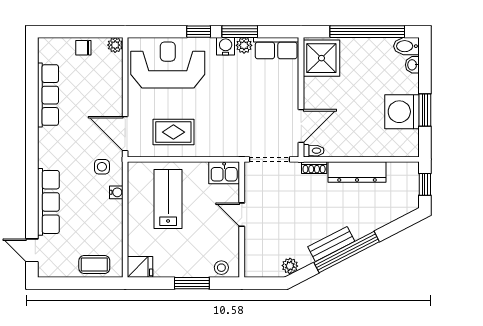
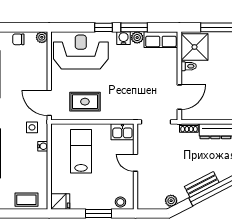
toilet: (314, 151) -> (189, 66), moved

